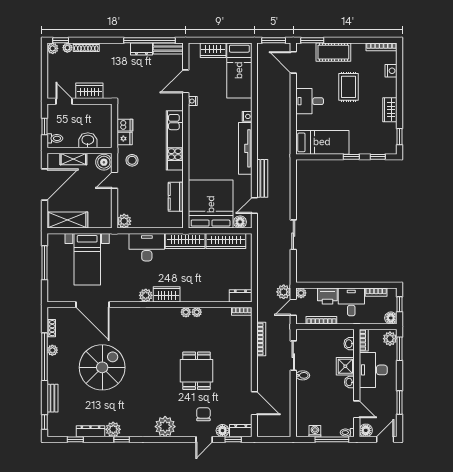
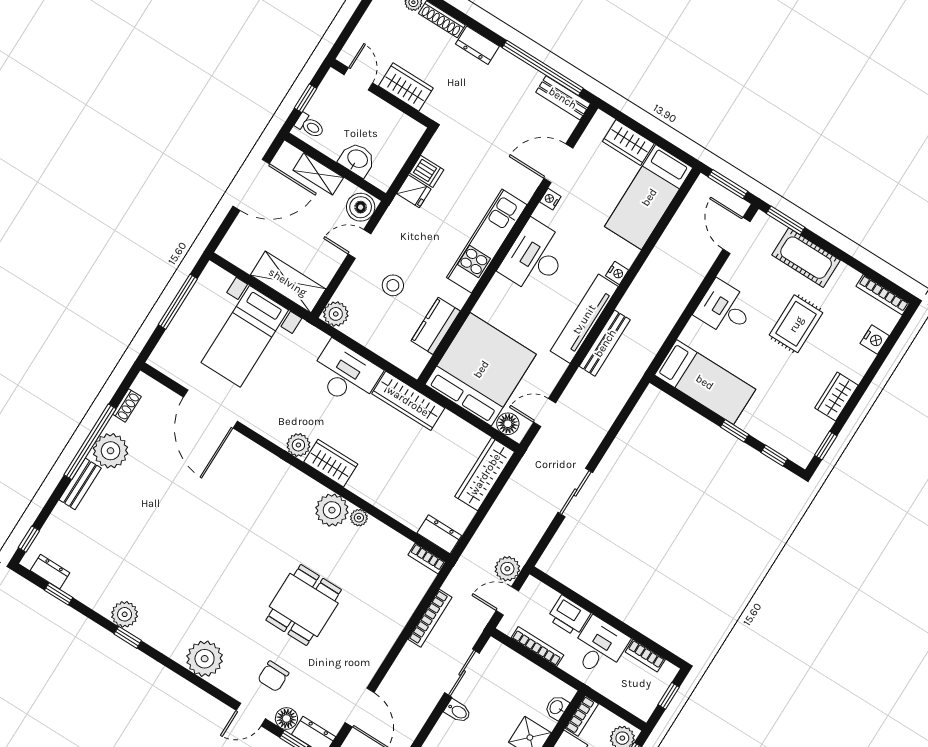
dresser: (141, 49) -> (477, 45), moved
desk: (203, 134) -> (535, 257), added
stool: (132, 160) -> (393, 285), moved
bench: (262, 178) -> (605, 343), moved
shelving: (67, 220) -> (288, 282), moved
wardrobe: (226, 241) -> (485, 474), moved, turned 90
plant: (301, 293) -> (532, 587), removed
plant: (186, 312) -> (332, 510), width x1.88, depth x1.88
floor lamp: (391, 318) -> (643, 708), removed
plant: (52, 350) -> (111, 451), width x1.87, depth x1.87
spiral stairs: (102, 367) -> (166, 512), removed
bench: (52, 398) -> (80, 484), moved
chair: (203, 414) -> (273, 676), turned 180
dresser: (90, 431) -> (50, 572), moved, width x0.70

